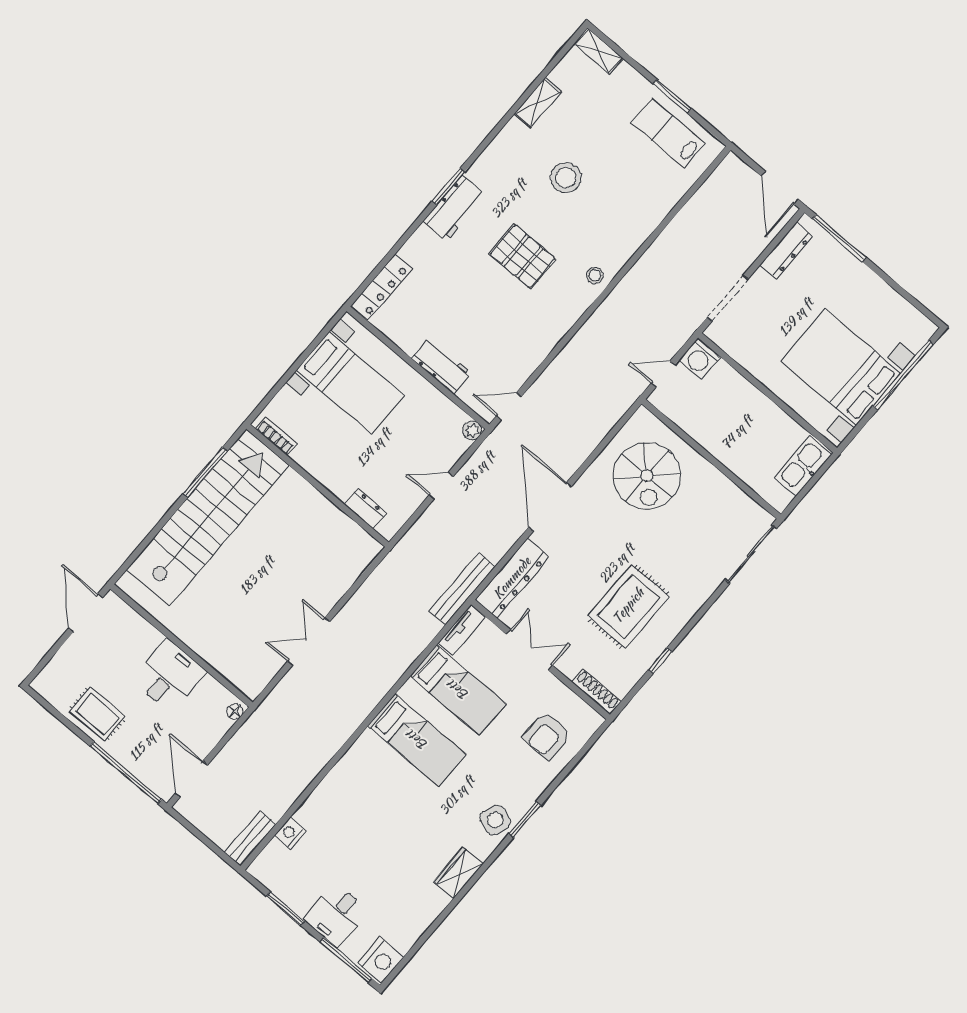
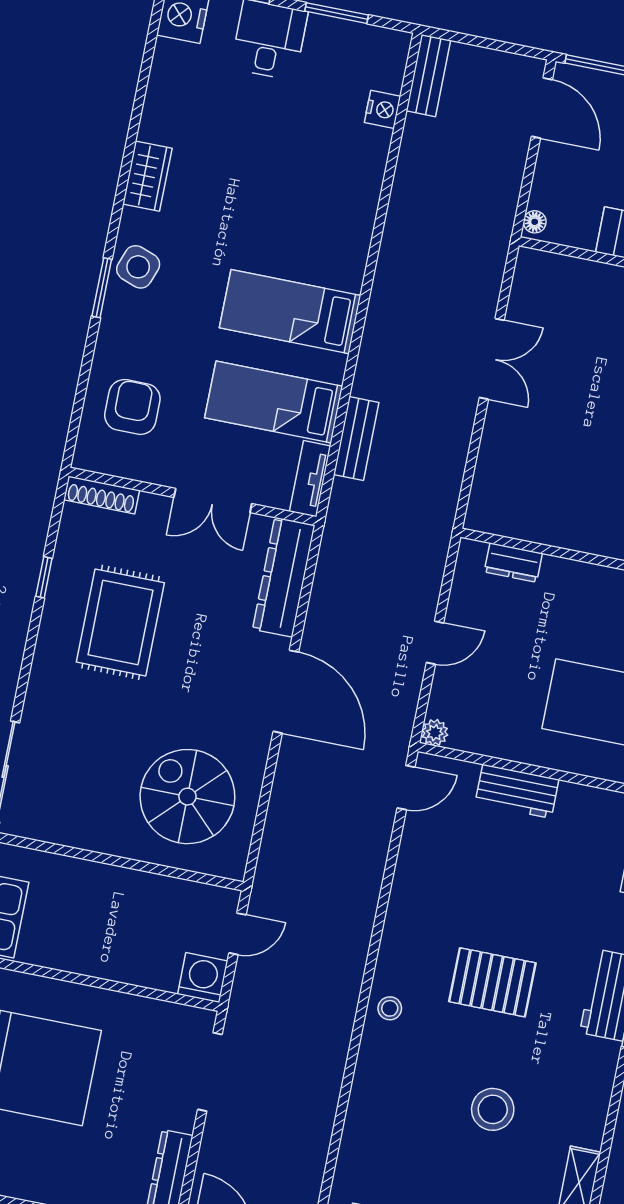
bench: (462, 589) -> (356, 438), moved, width x0.73

